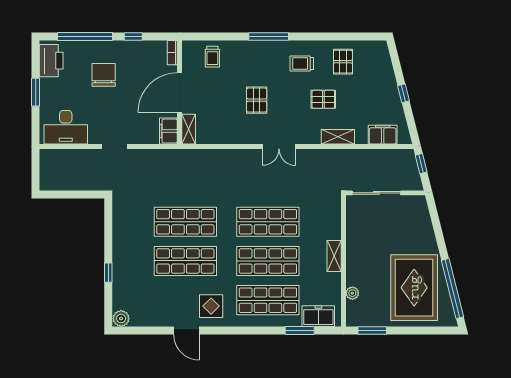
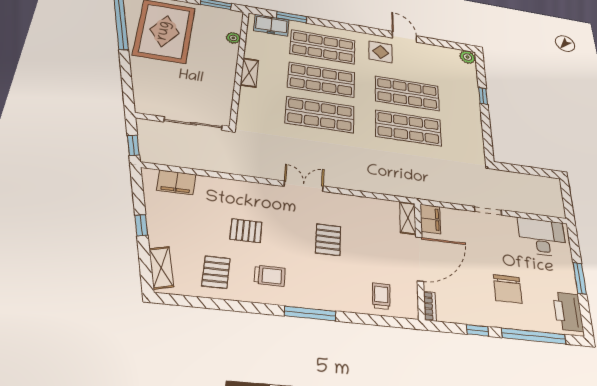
shelving: (338, 137) -> (161, 268), moved, turned 76

